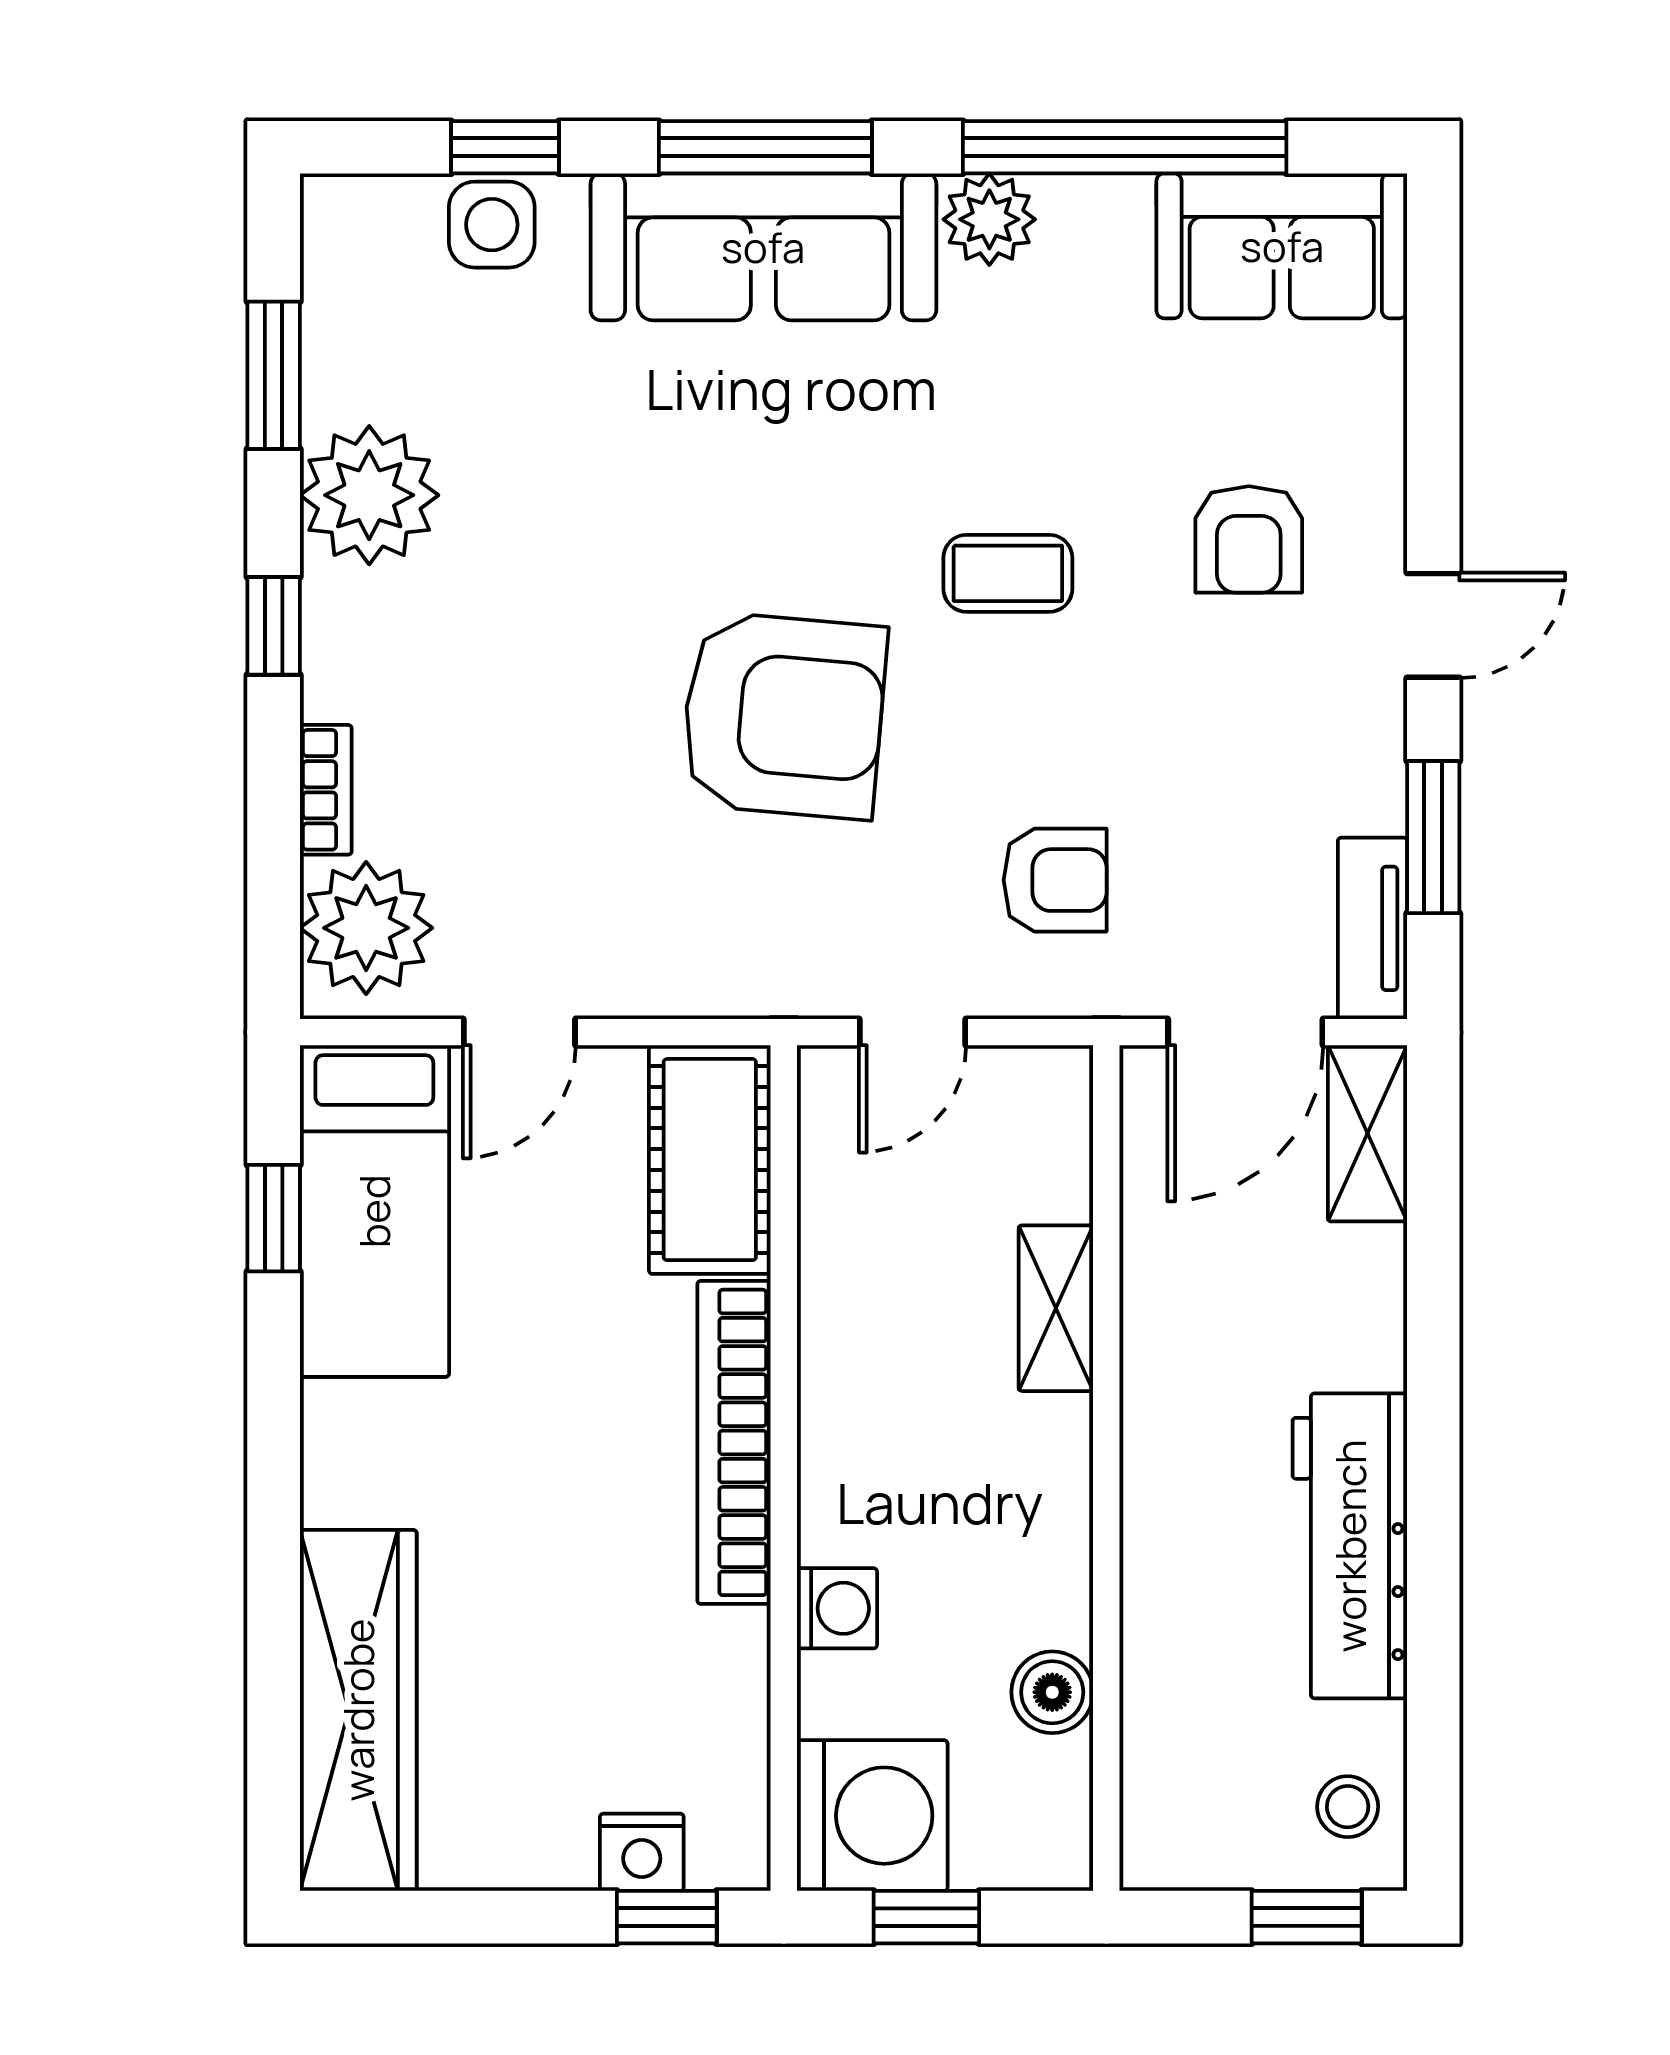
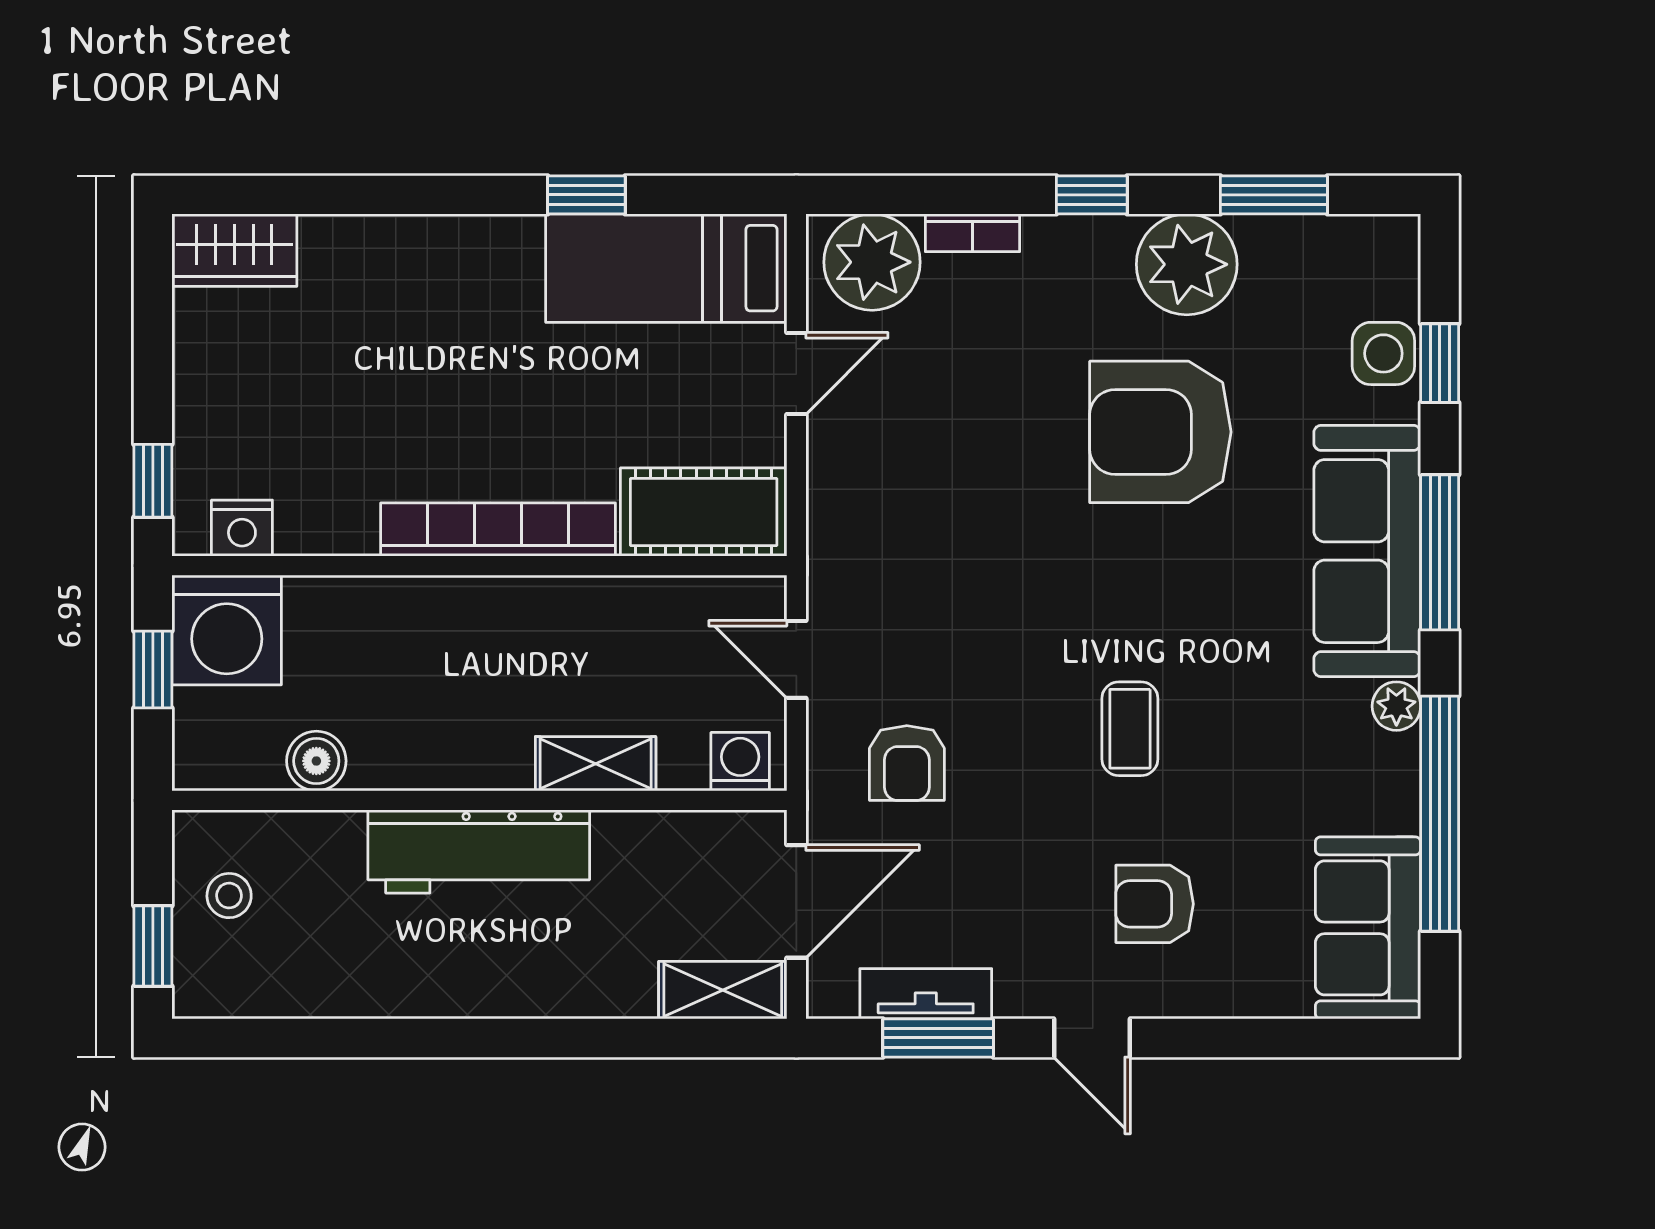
plant: (989, 219) -> (1396, 706), width x0.73, depth x0.73
armchair: (783, 715) -> (1160, 432), moved, turned 85
tv unit: (1372, 928) -> (926, 994), moved
door: (519, 1032) -> (796, 373), swing flipped
door: (1245, 1032) -> (796, 901), swing flipped
window: (274, 1218) -> (586, 195), moved
workbench: (1350, 1546) -> (479, 851), moved, turned 180
washing machine: (837, 1608) -> (740, 762), moved, turned 180
wardrobe: (358, 1710) -> (234, 250), width x0.48, depth x0.85
stool: (1348, 1807) -> (229, 896), moved
nightstand: (642, 1852) -> (242, 528), moved, turned -90

